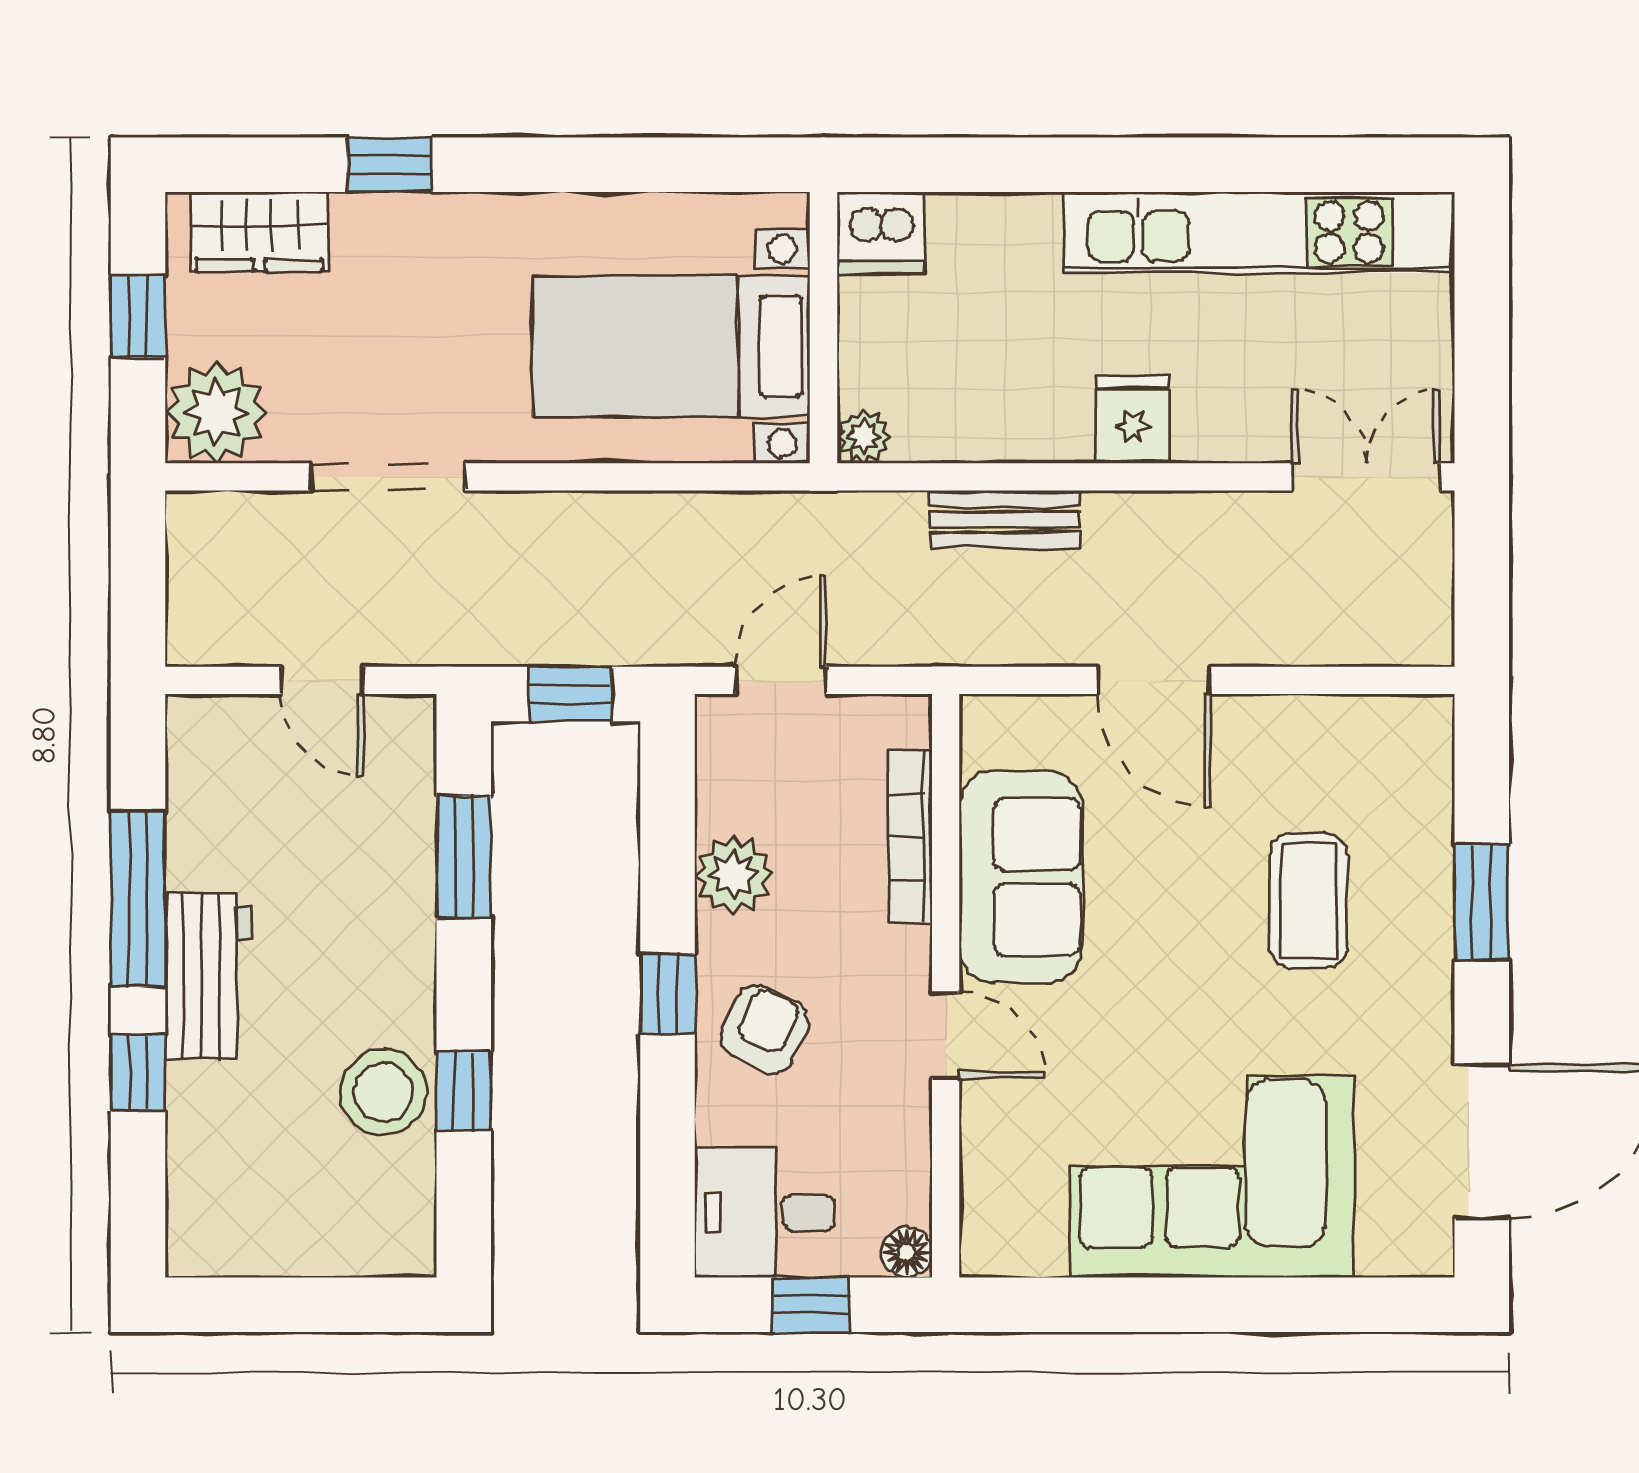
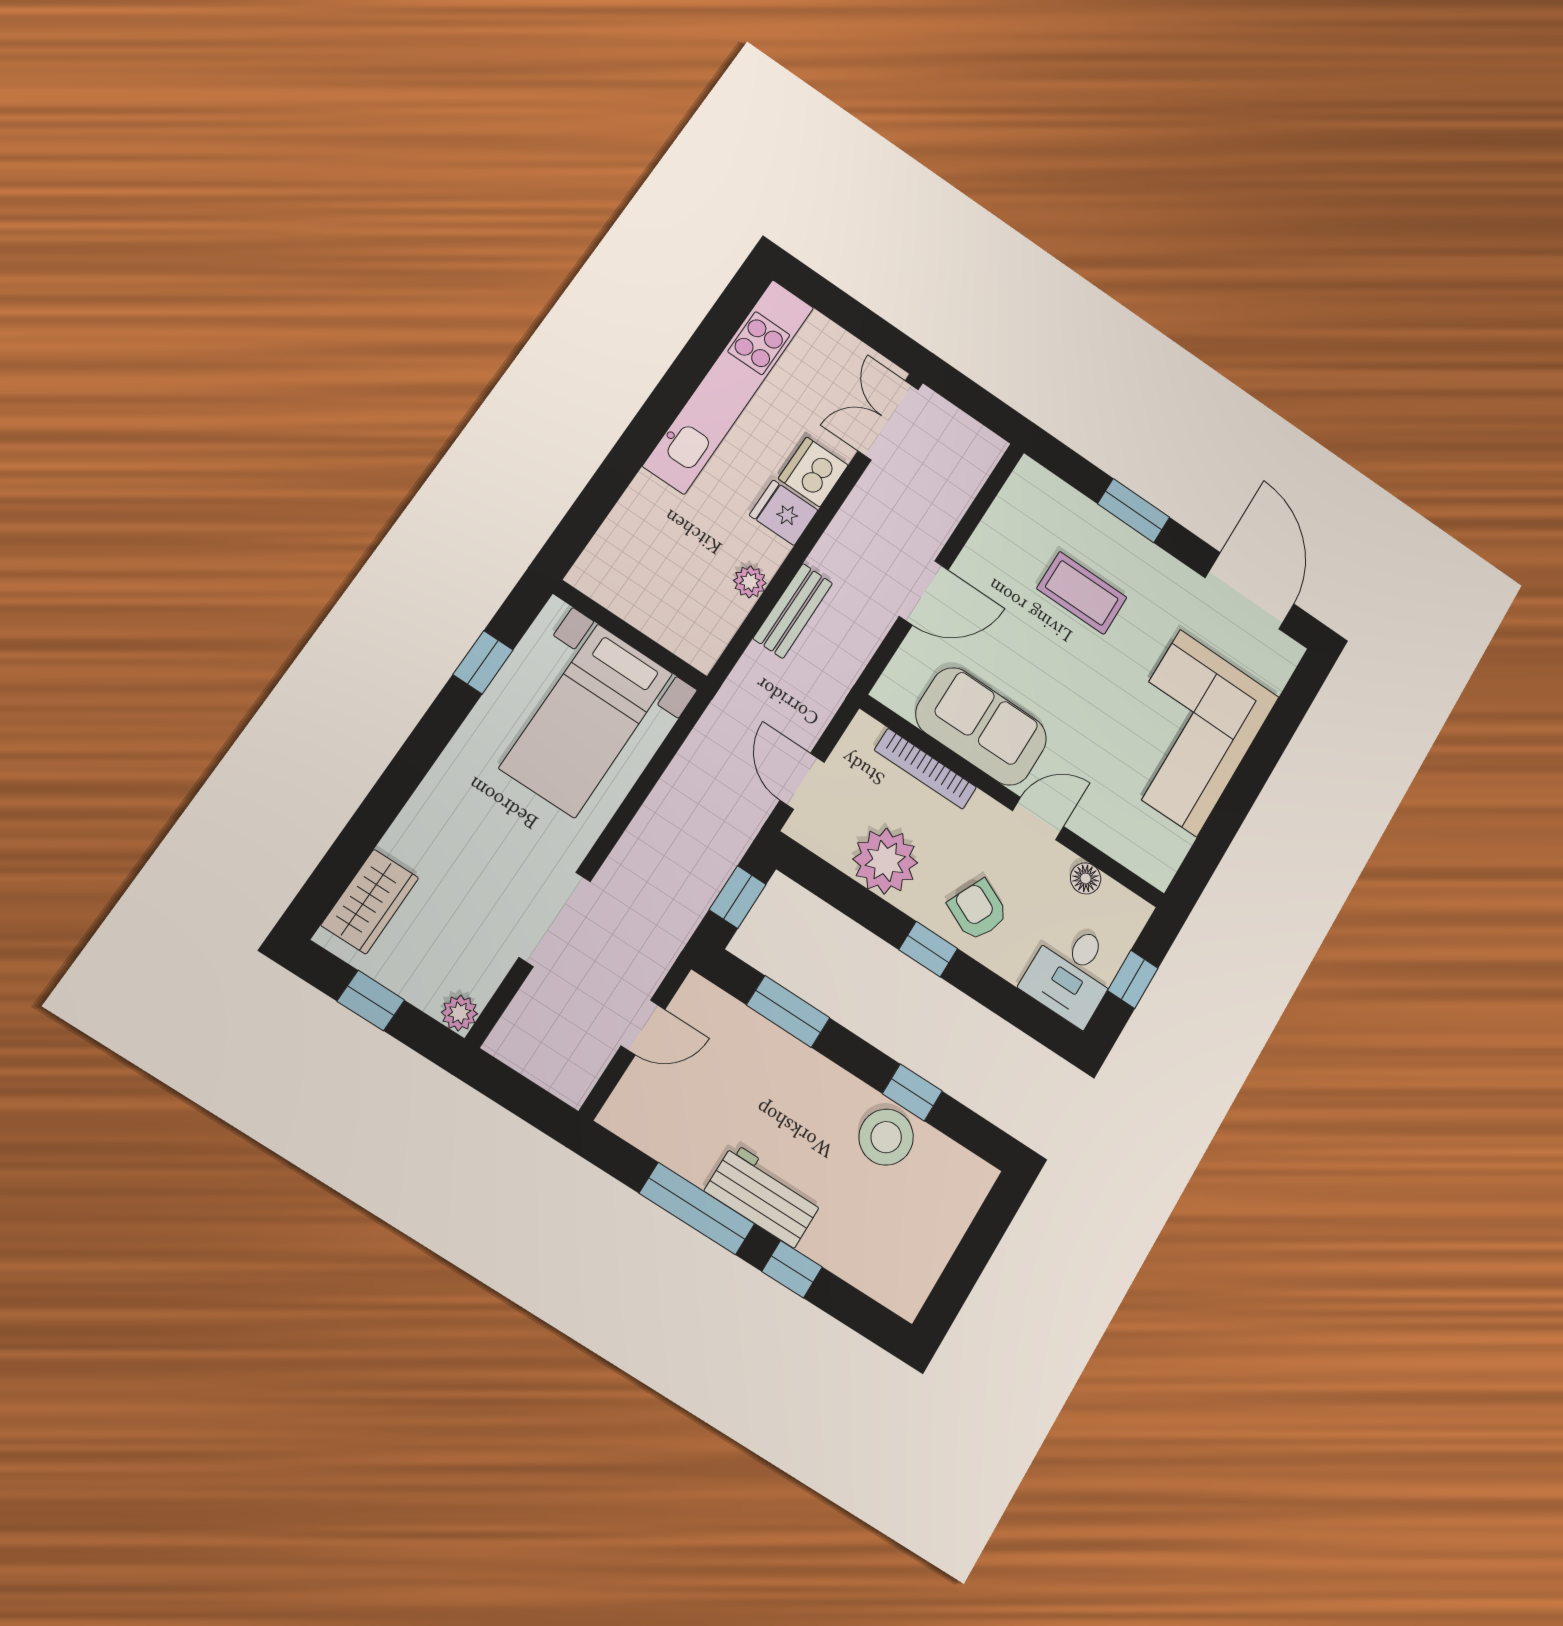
window: (390, 165) -> (483, 662), moved
dishwasher: (881, 233) -> (813, 472), moved, turned 180
plant: (216, 412) -> (459, 1013), width x0.53, depth x0.53
plant: (864, 436) -> (750, 582), moved
plant: (734, 875) -> (885, 861), width x1.36, depth x1.36
floor lamp: (907, 1252) -> (1086, 878), moved

